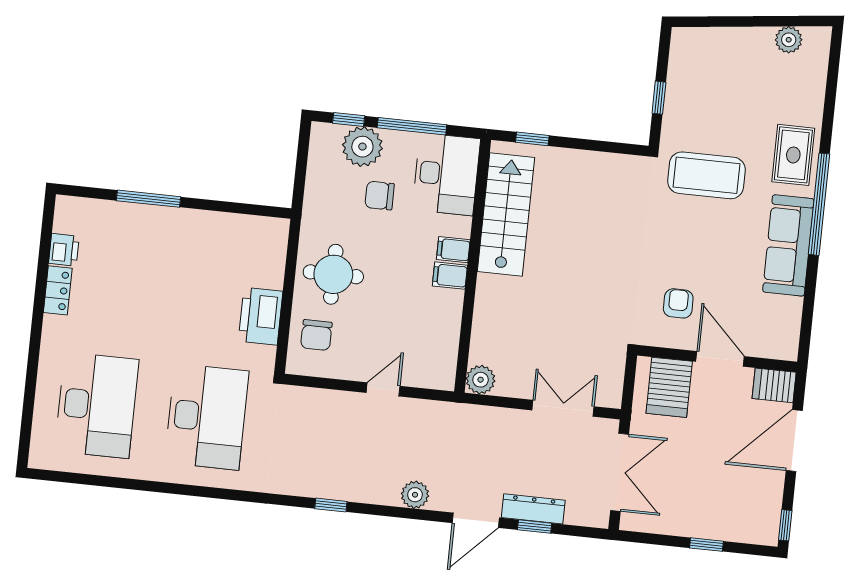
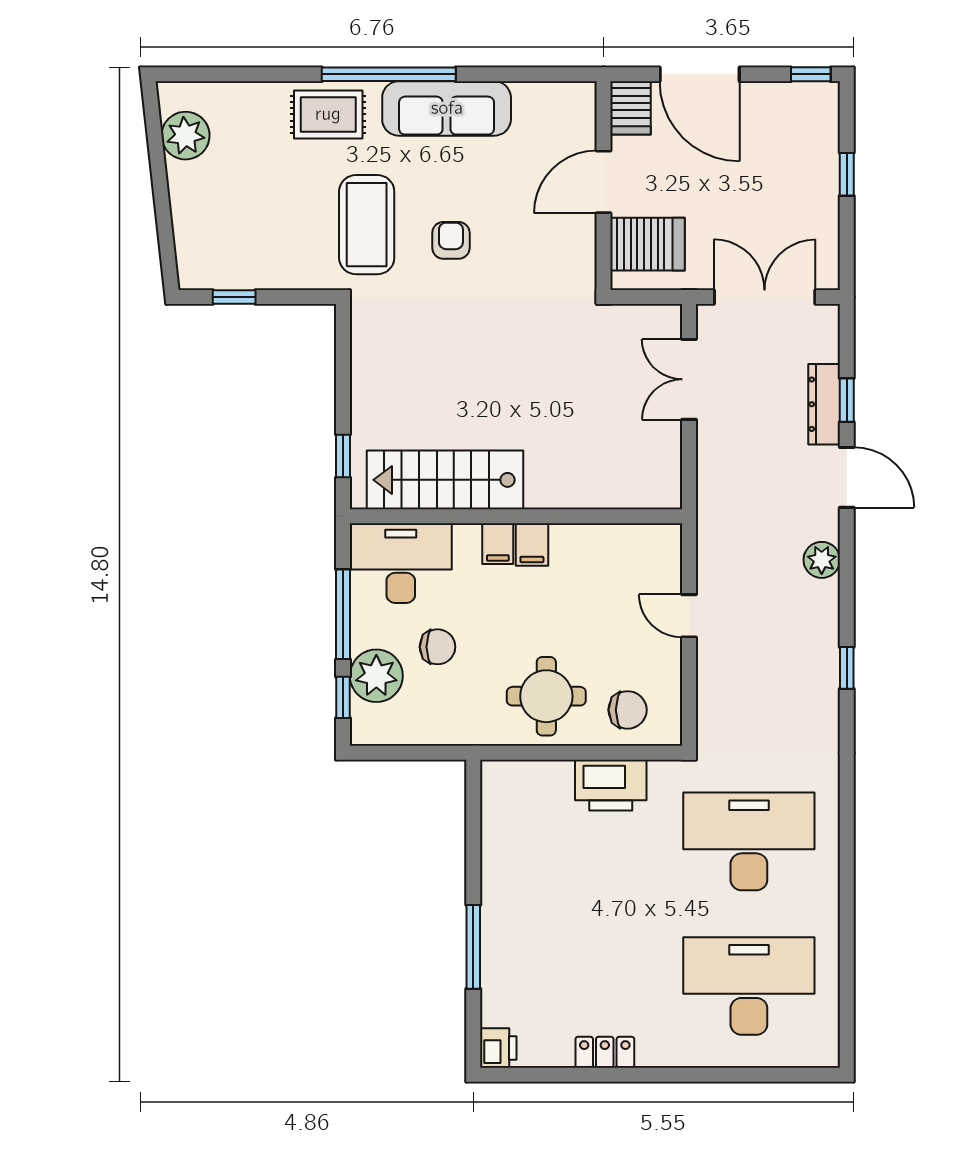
plant: (789, 40) -> (186, 136), width x1.36, depth x1.36
window: (659, 98) -> (234, 297), moved
chair: (380, 196) -> (438, 647), turned -90
printer: (64, 250) -> (498, 1048), moved, turned 90
armchair: (678, 303) -> (451, 240), moved, turned 90
plant: (481, 380) -> (663, 490), removed

